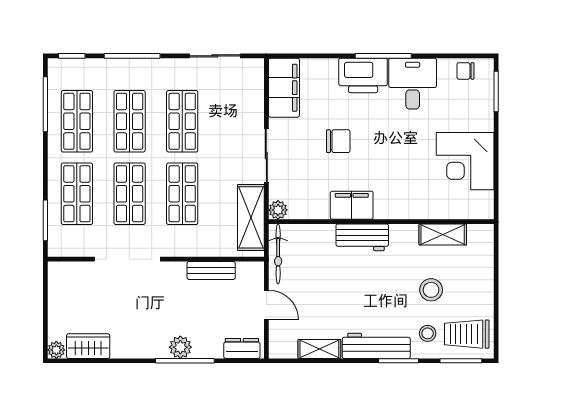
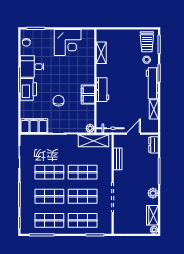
stool: (431, 290) -> (127, 58), removed
plant: (180, 347) -> (153, 193), moved

